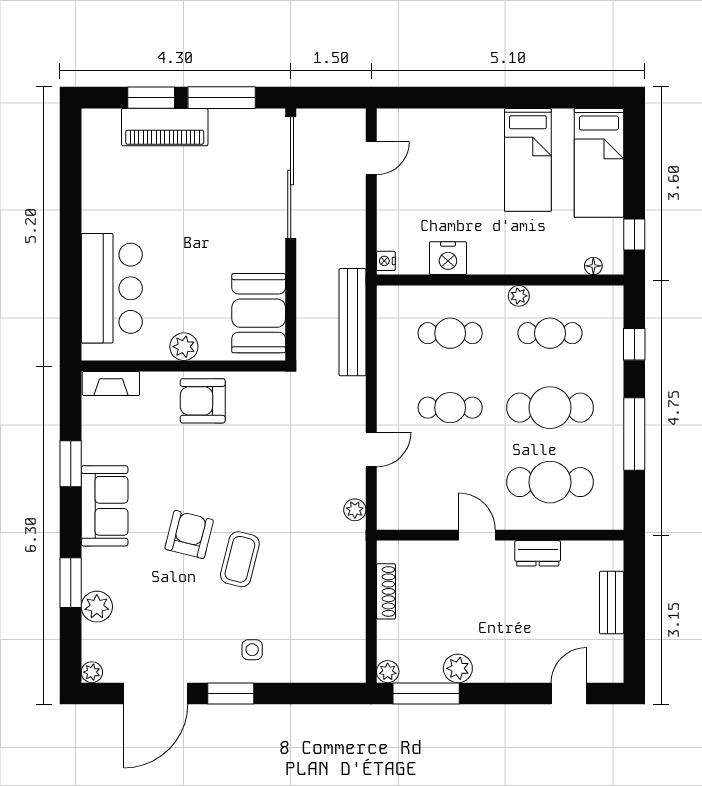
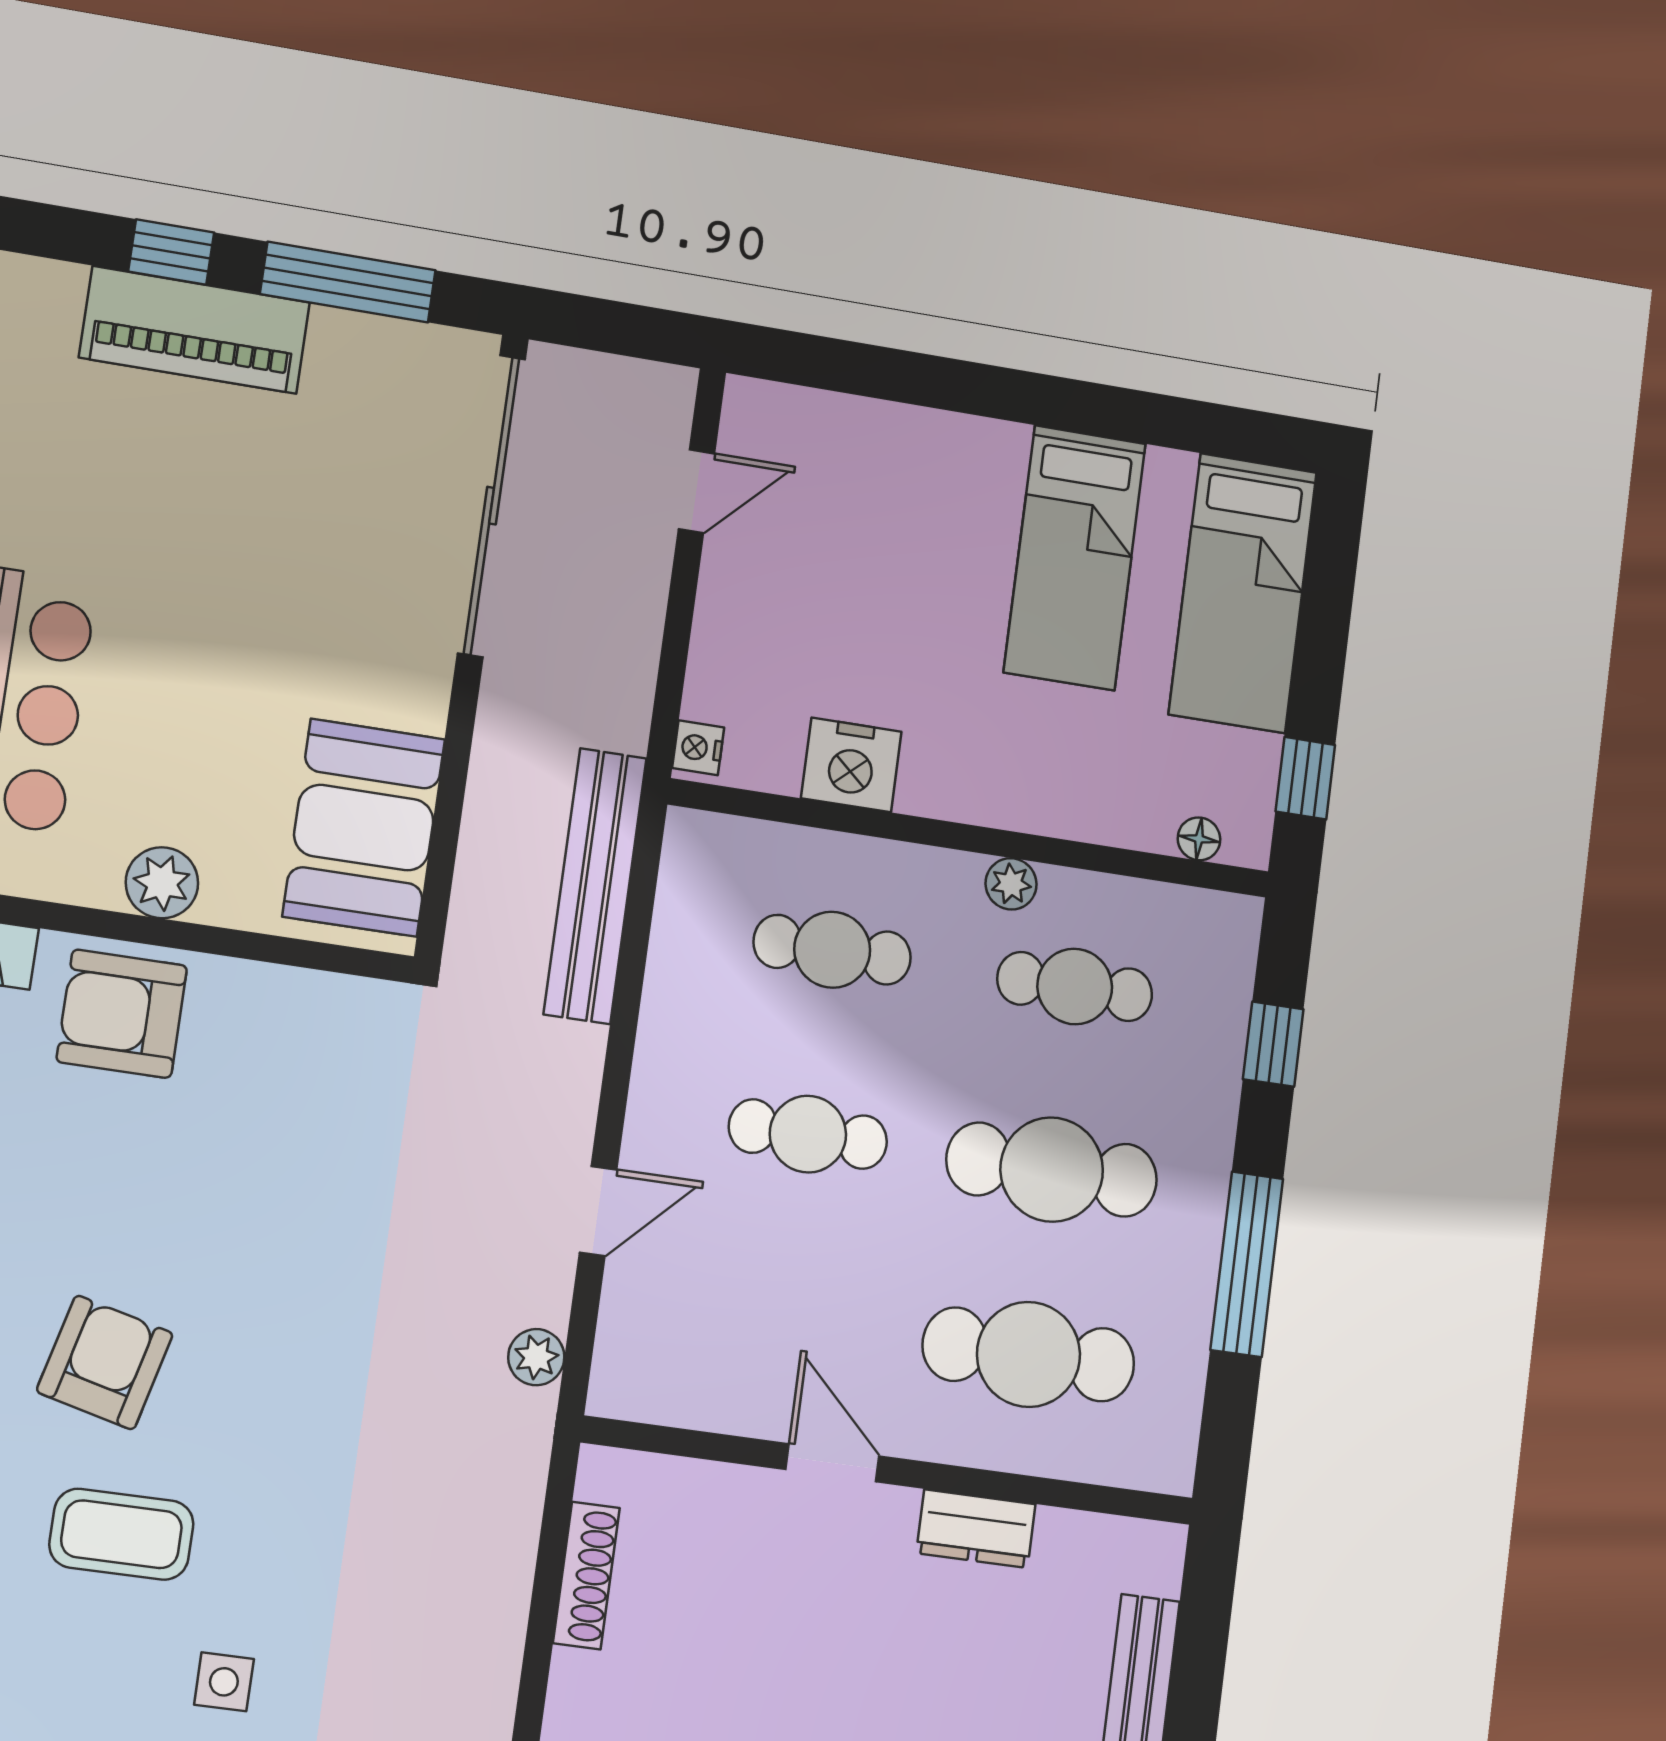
window: (151, 98) -> (171, 252), width x0.67
armchair: (203, 401) -> (122, 1014), moved
coffee table: (240, 559) -> (121, 1534), moved, turned 76

